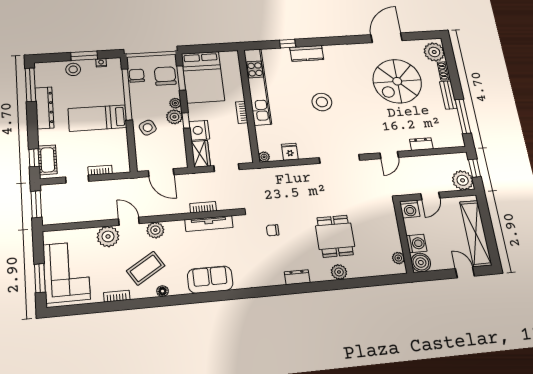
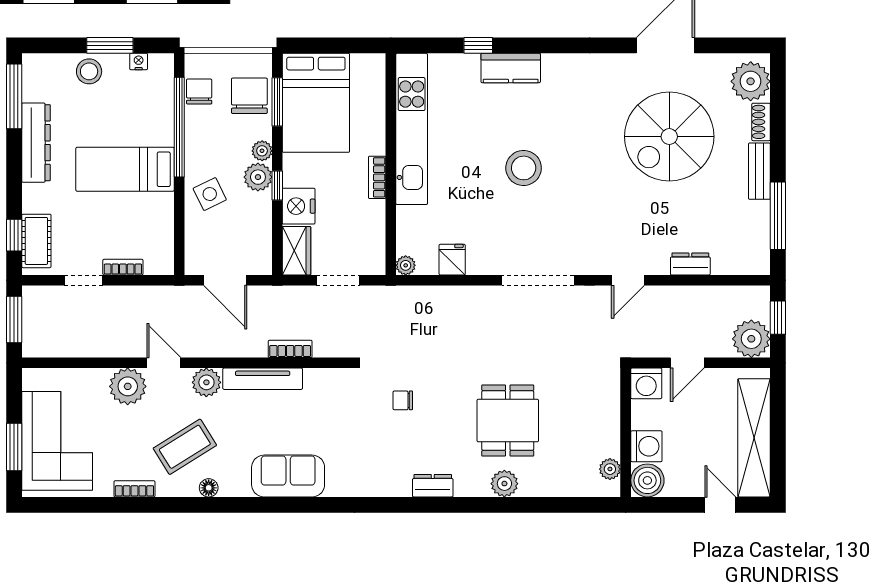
tv unit: (209, 223) -> (263, 379), moved

